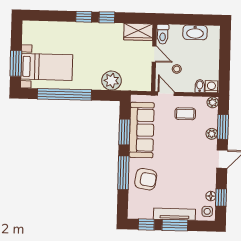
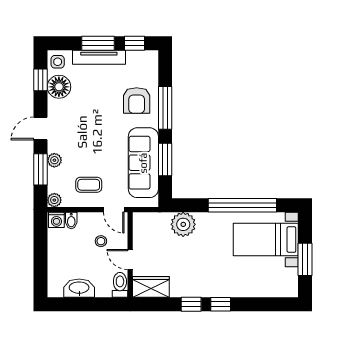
window: (16, 63) -> (305, 259), moved
armchair: (146, 179) -> (137, 101), turned -99
floor lamp: (211, 196) -> (59, 87), width x1.89, depth x1.89

